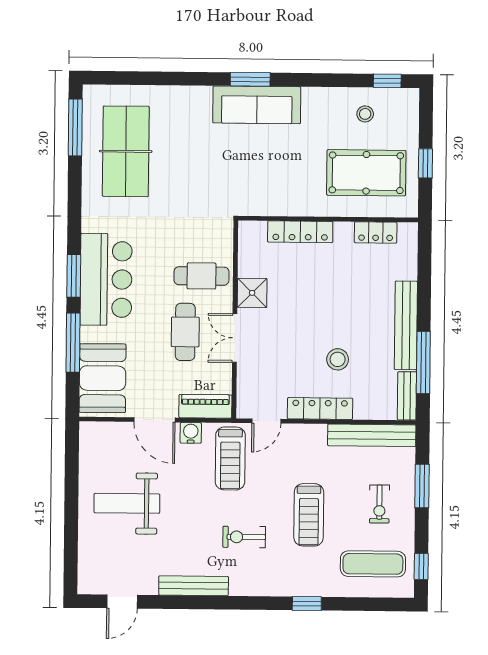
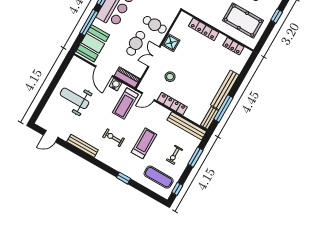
window: (425, 163) -> (277, 16), moved
stool: (338, 359) -> (170, 77), moved
treadmill: (309, 515) -> (144, 143), turned 180

